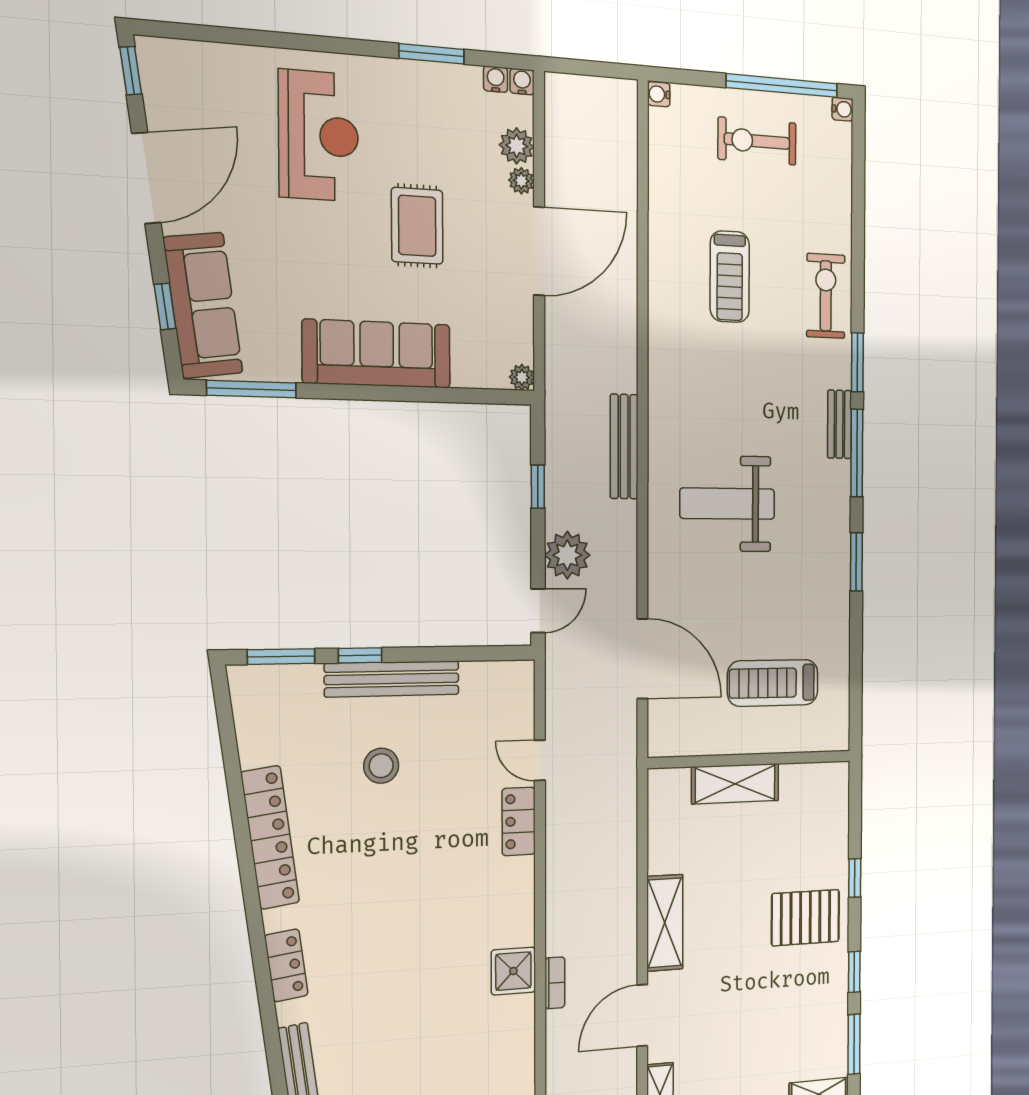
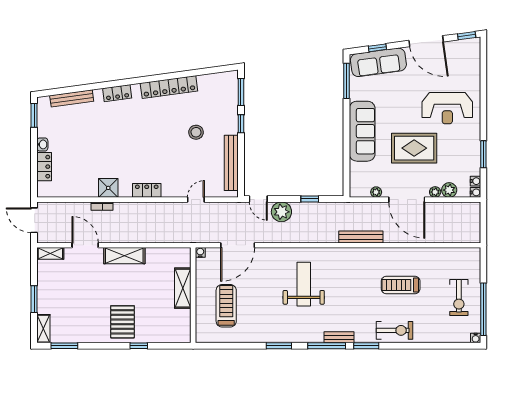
water cooler: (659, 94) -> (200, 252), moved
exercise bike: (757, 141) -> (459, 298), turned 180
rug: (417, 226) -> (414, 148), width x1.36, depth x1.43
plant: (522, 377) -> (376, 192), moved
bench: (624, 447) -> (361, 237), moved
bench: (392, 679) -> (231, 163), moved
locker: (519, 821) -> (147, 190), moved
window: (854, 972) -> (97, 346), removed

